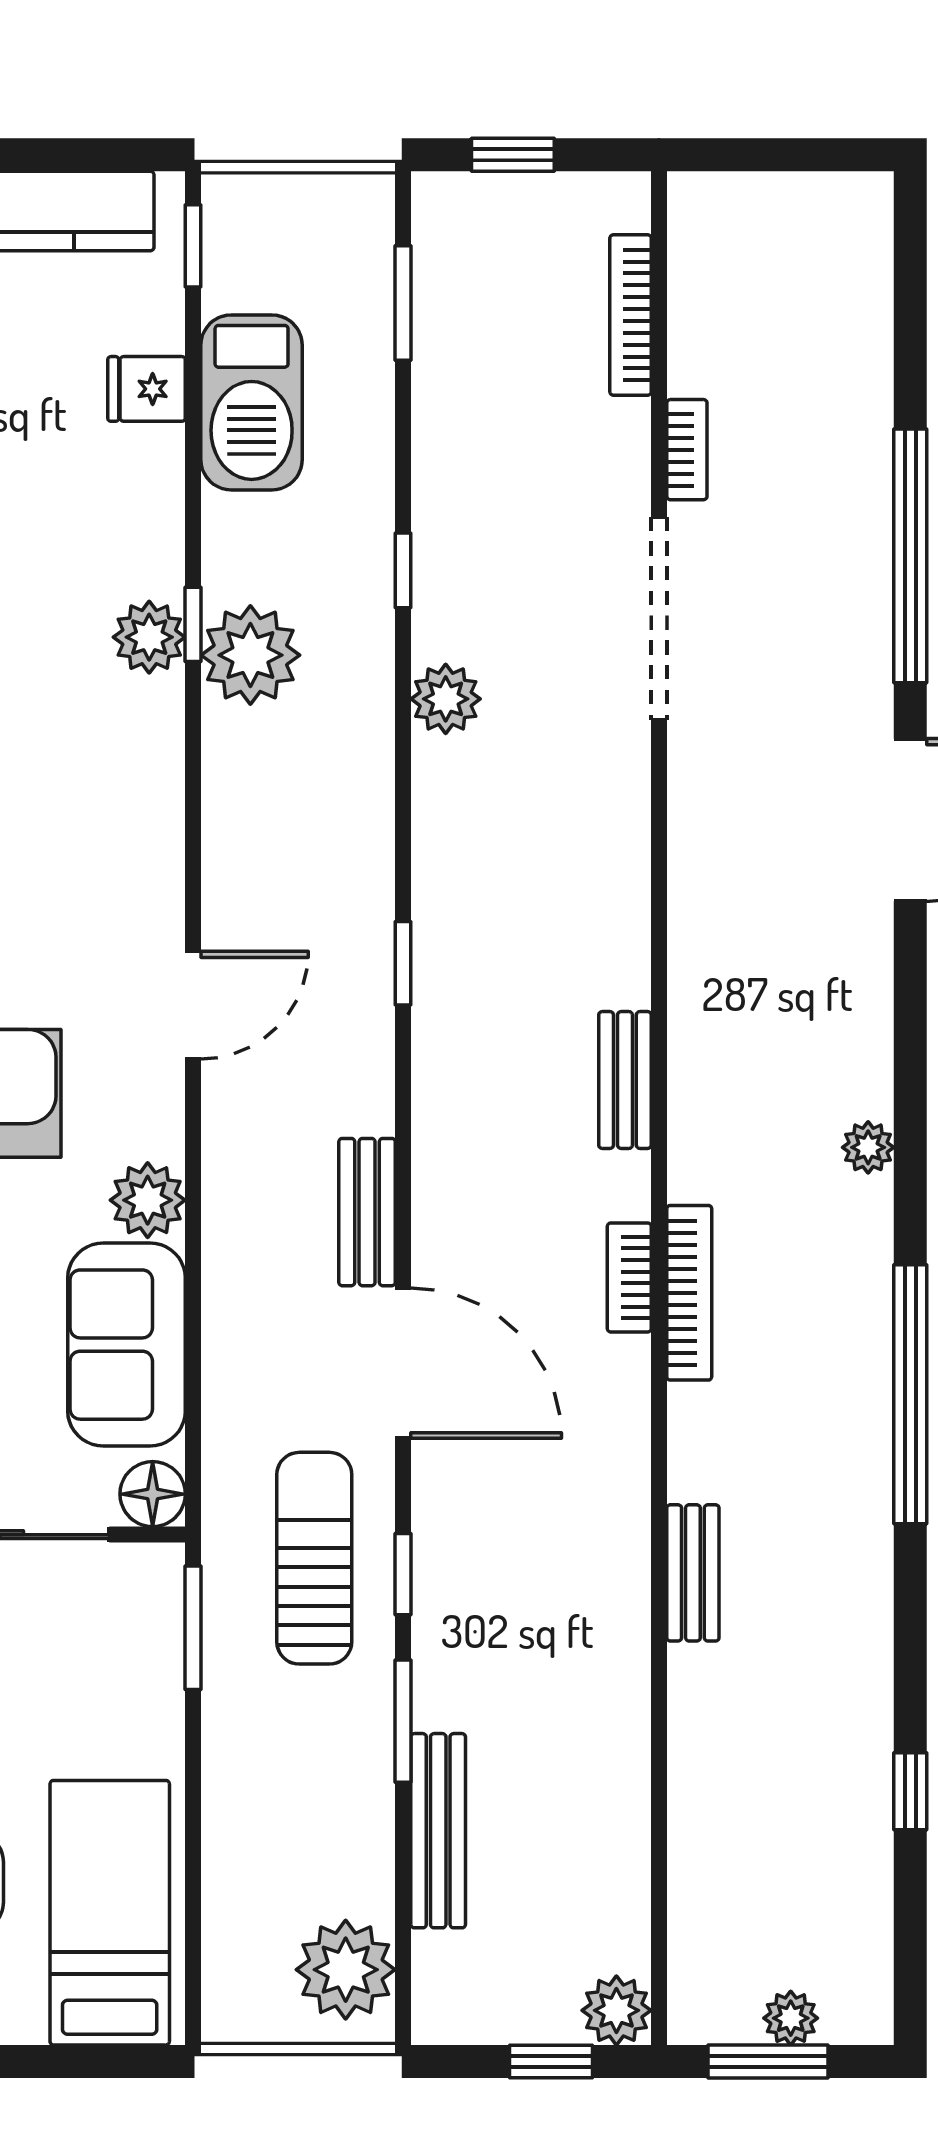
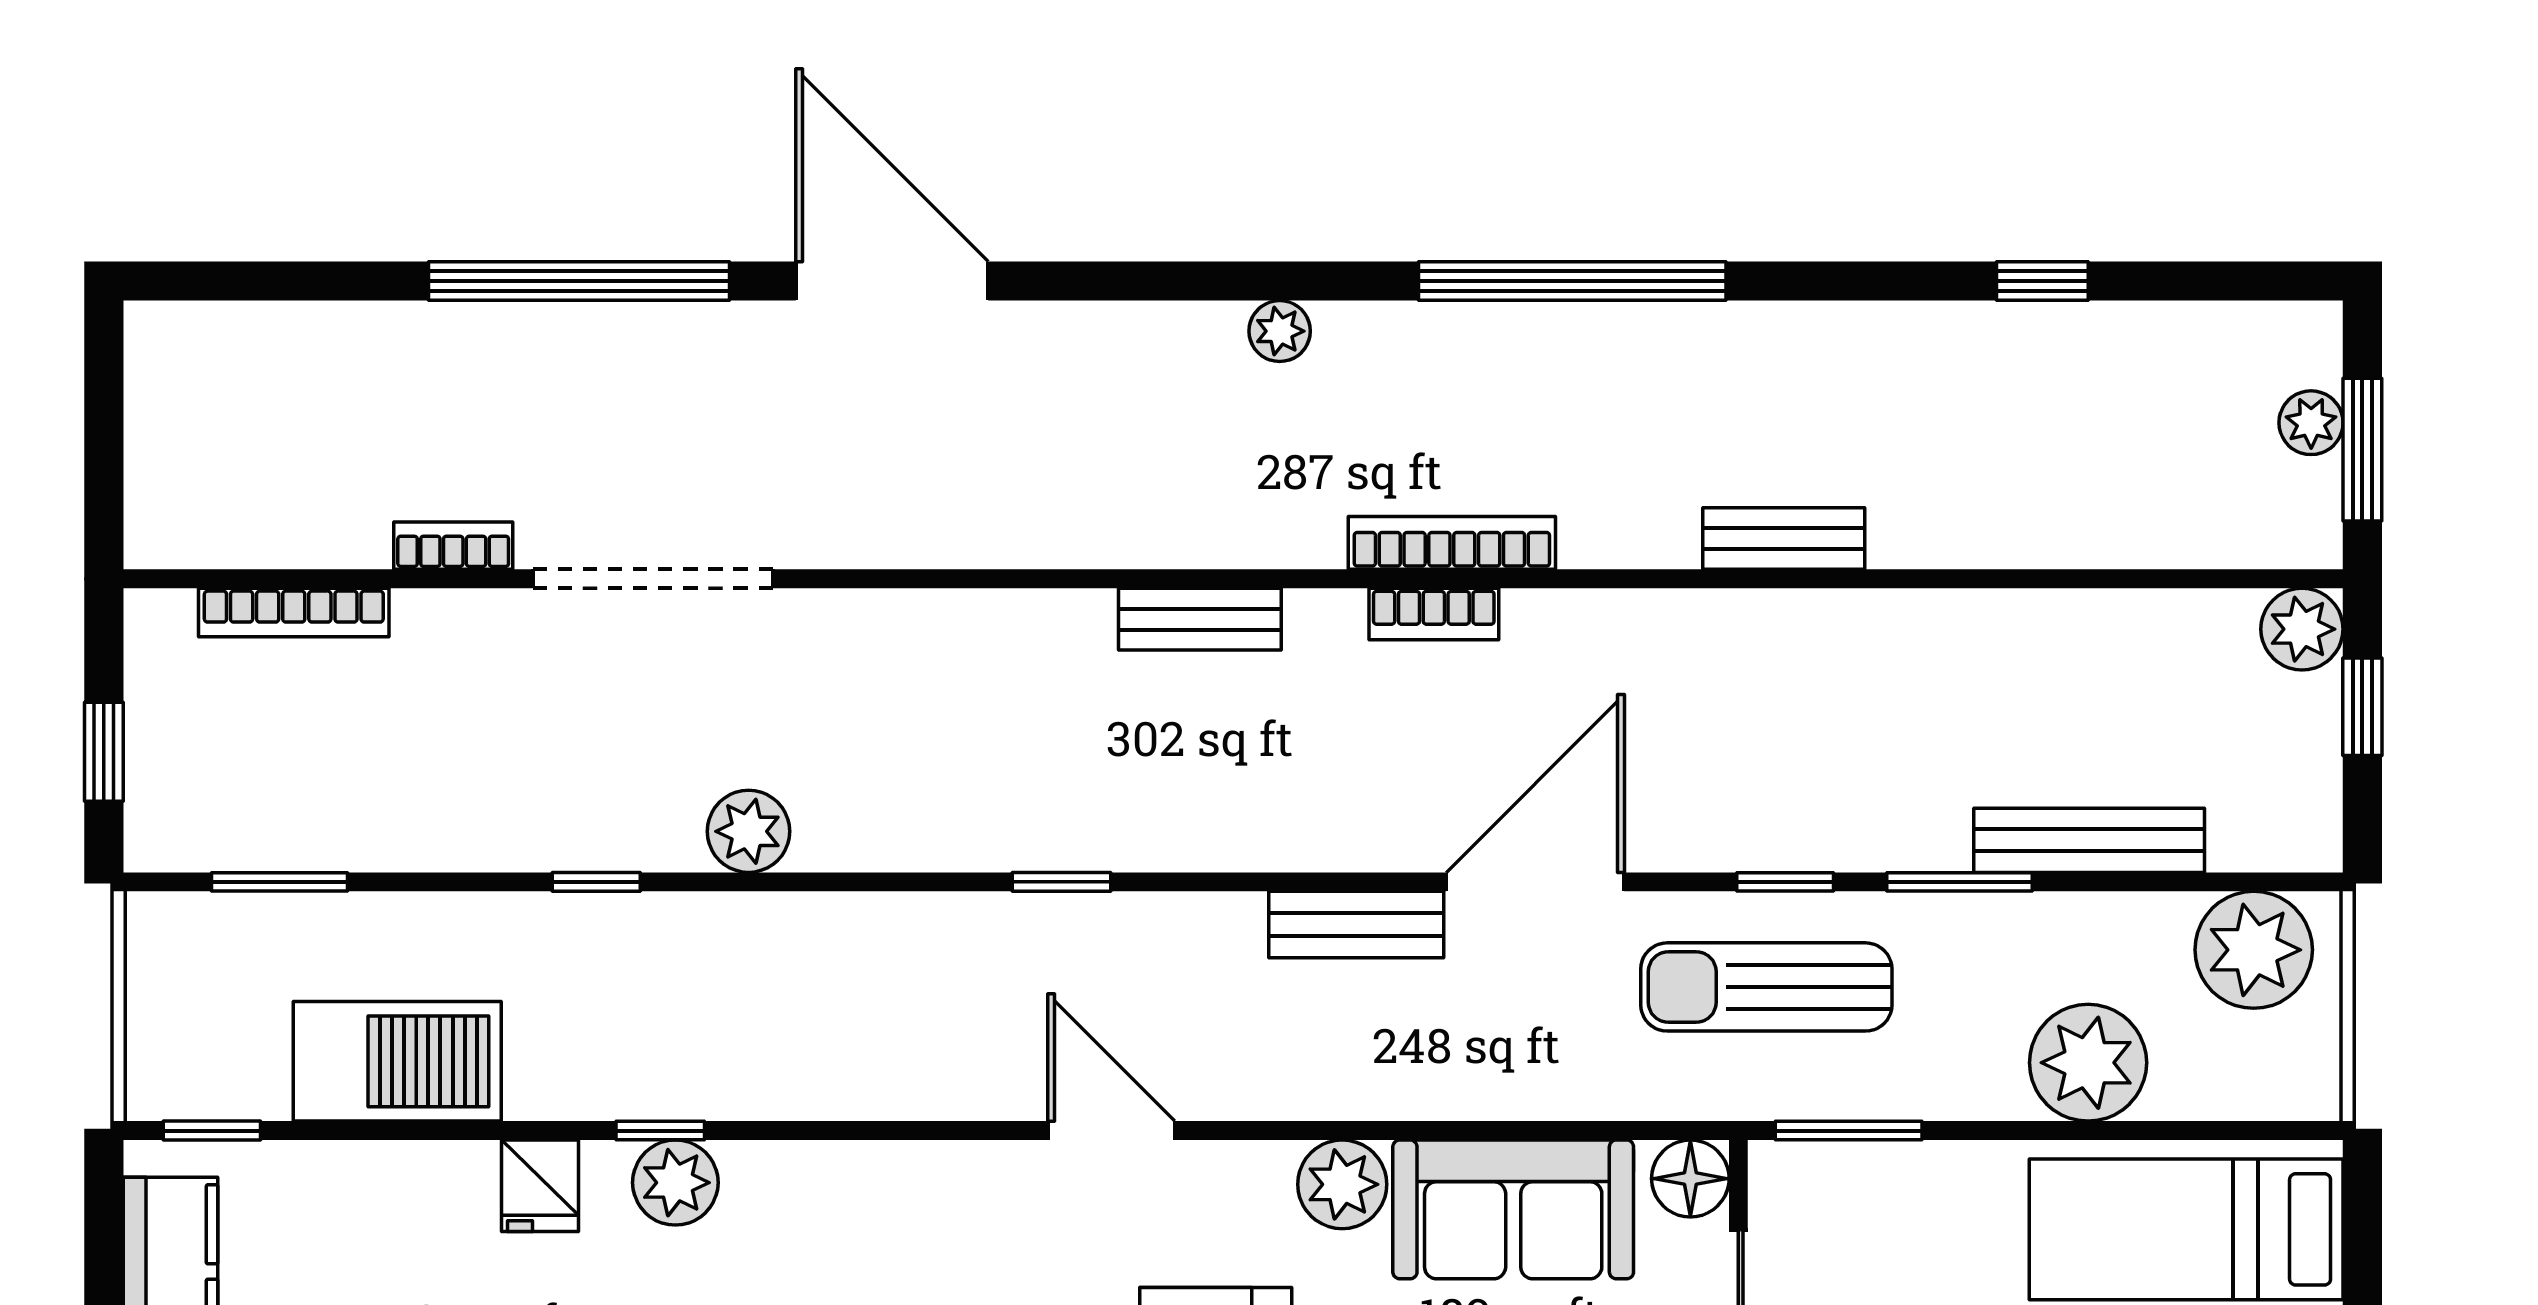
fridge: (147, 389) -> (540, 1186), moved
plant: (250, 655) -> (2088, 1063), moved

